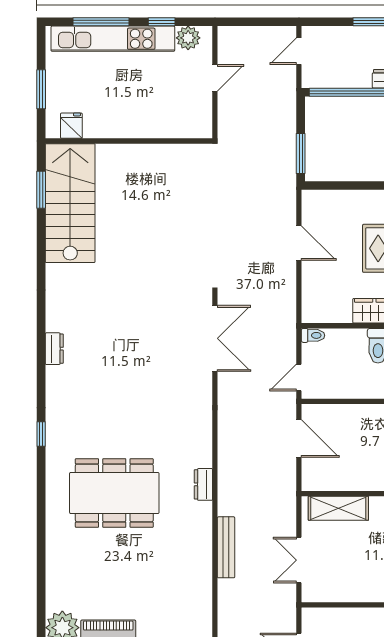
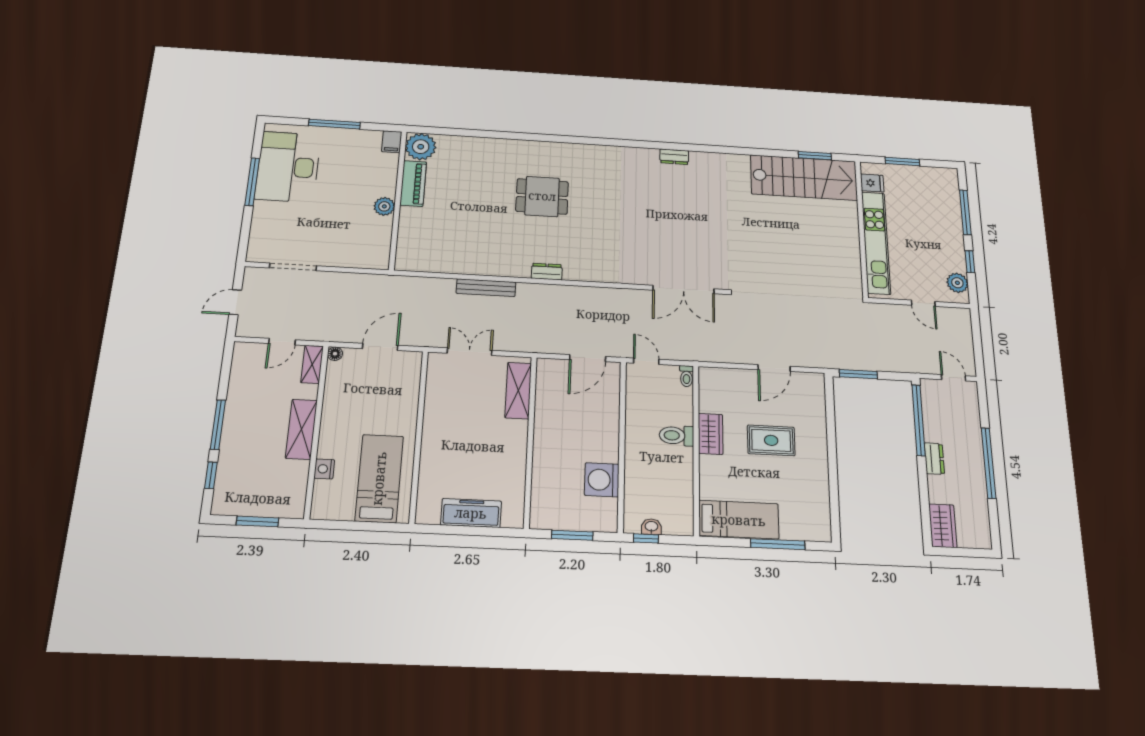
kitchen unit: (113, 39) -> (876, 243), moved, turned 180
window: (41, 434) -> (598, 141), removed
dining table: (114, 493) -> (542, 196), width x0.53, depth x0.80

